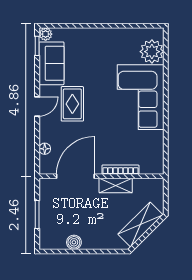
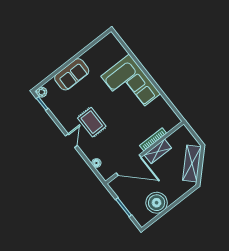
plant: (152, 52) -> (115, 52), removed
sofa: (51, 63) -> (72, 74), moved, turned 90
door: (75, 176) -> (129, 165), swing flipped
boiler: (74, 242) -> (157, 203), width x1.86, depth x1.86

